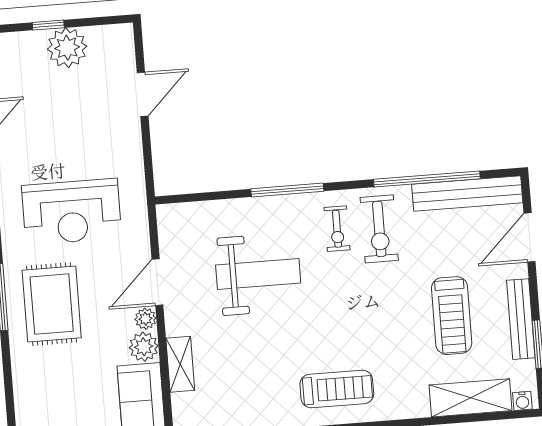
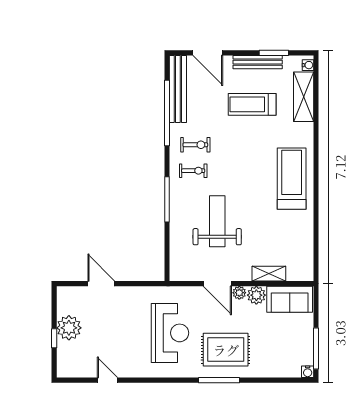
exercise bike: (379, 229) -> (195, 145), width x0.73, depth x0.72
treadmill: (452, 316) -> (252, 104), turned 180
treadmill: (337, 389) -> (292, 179), width x1.37, depth x1.38

